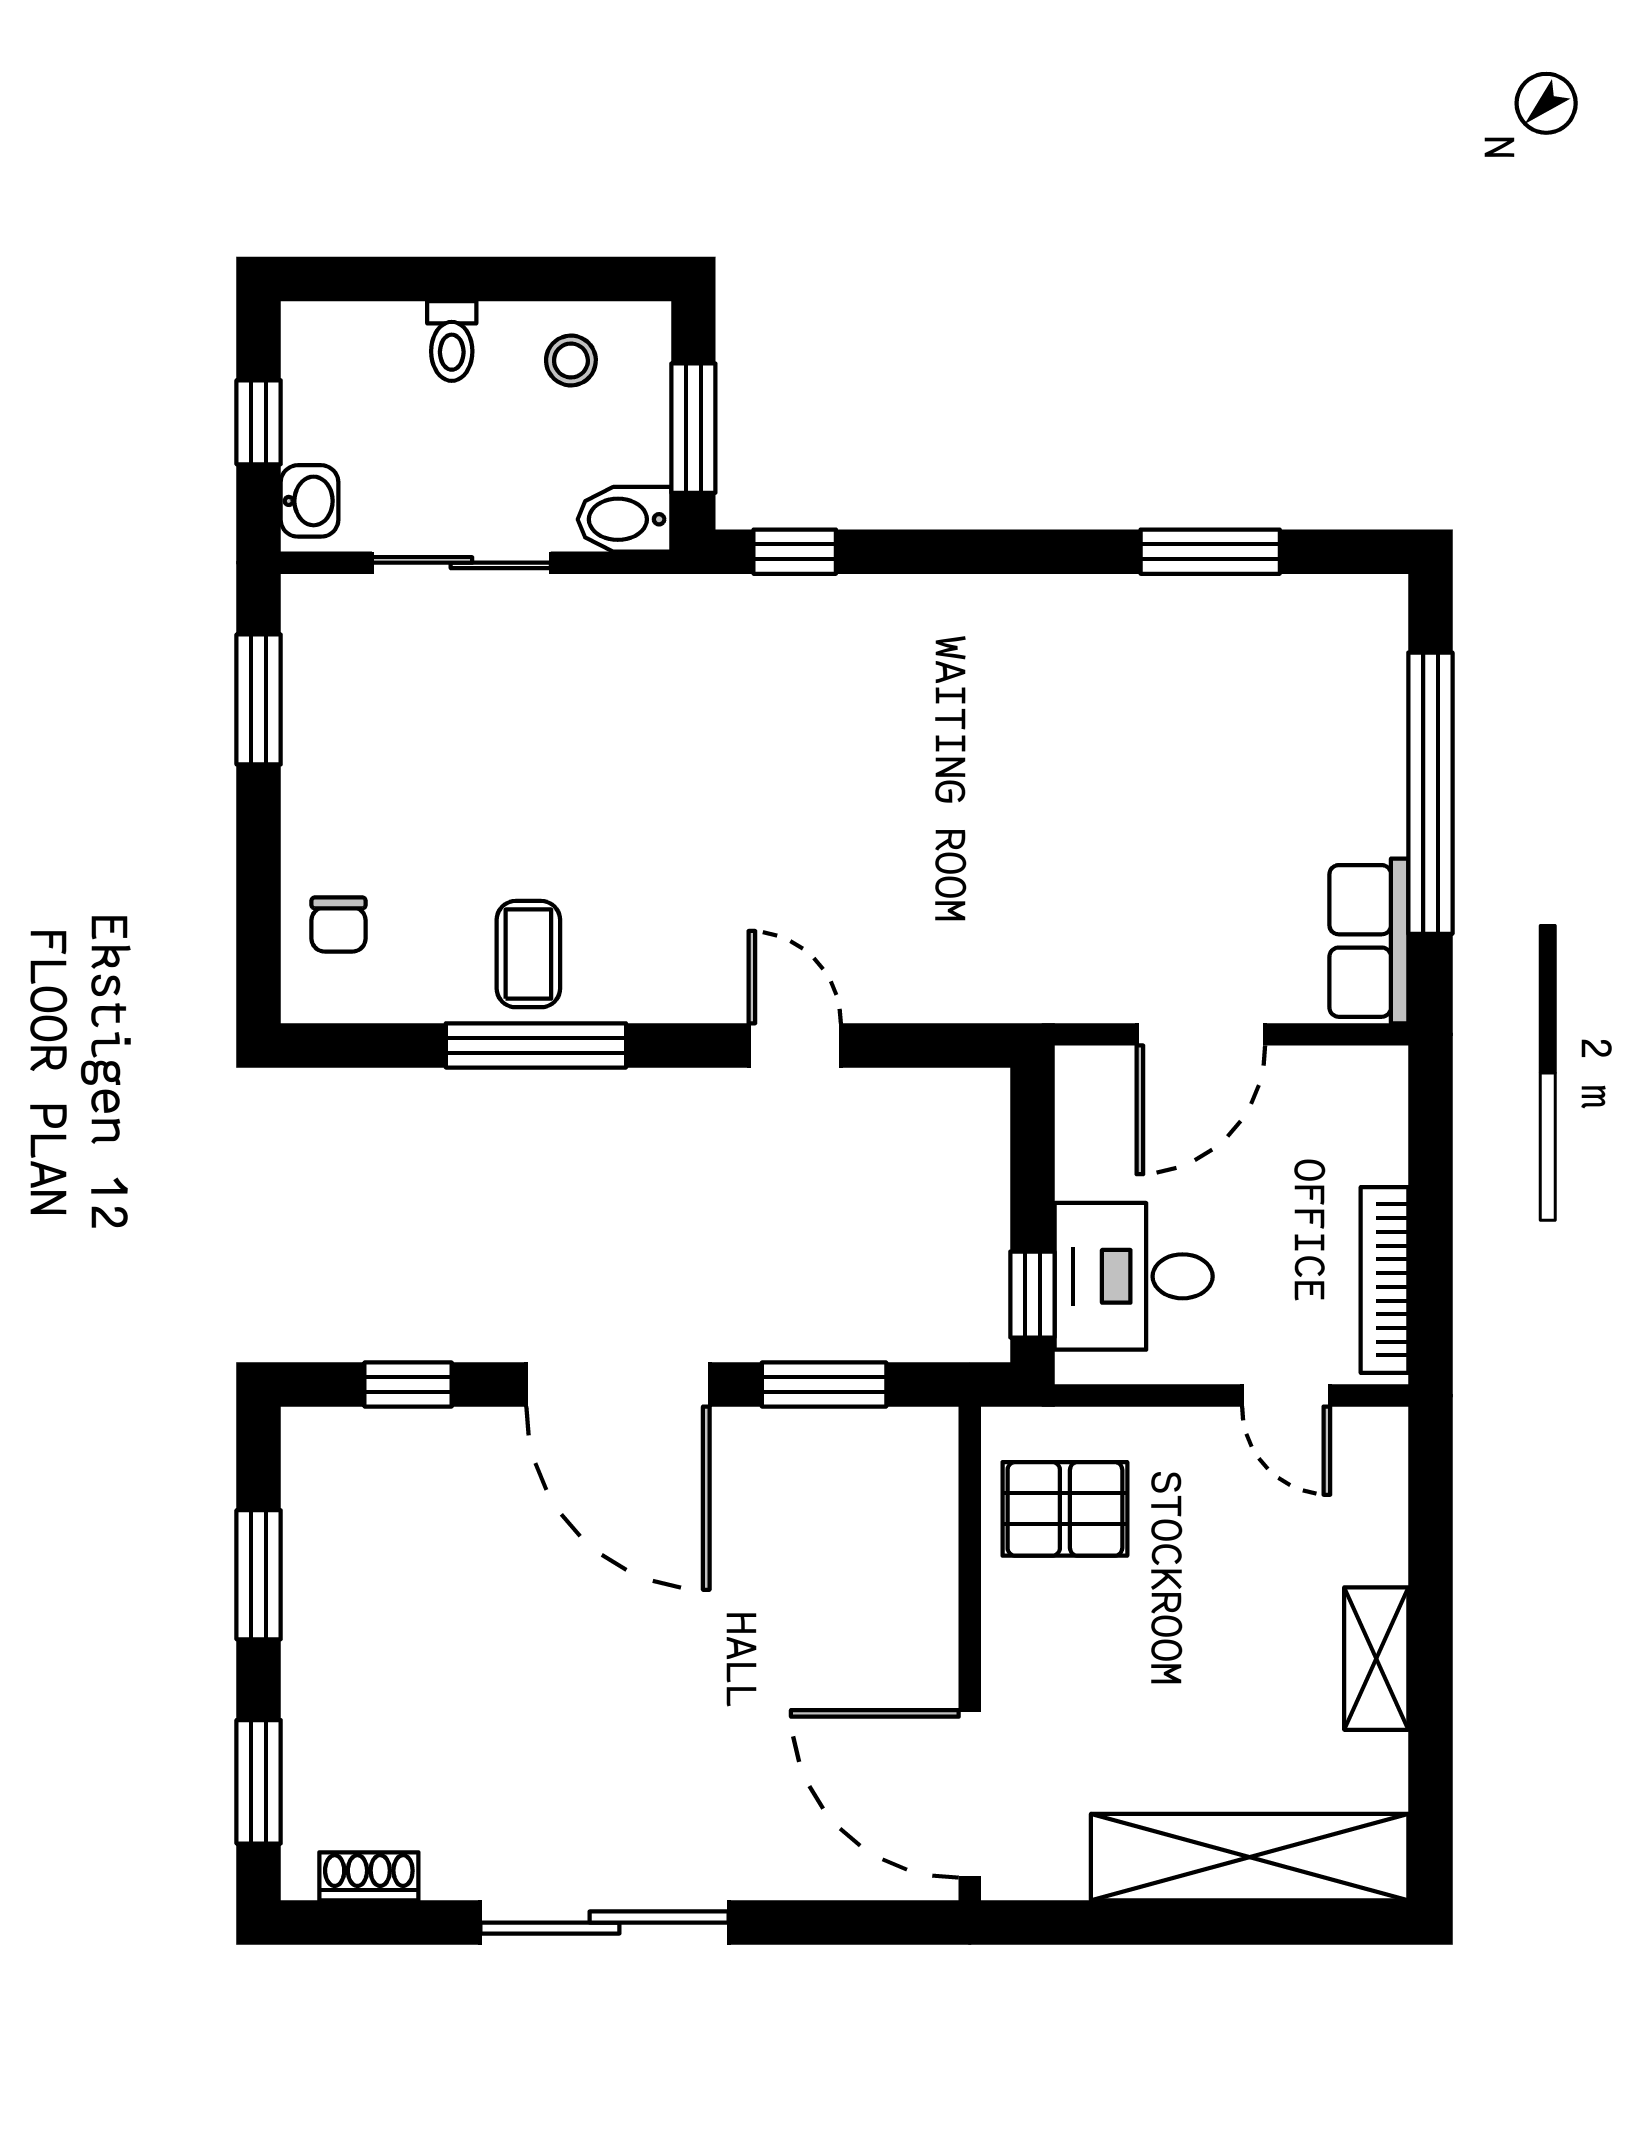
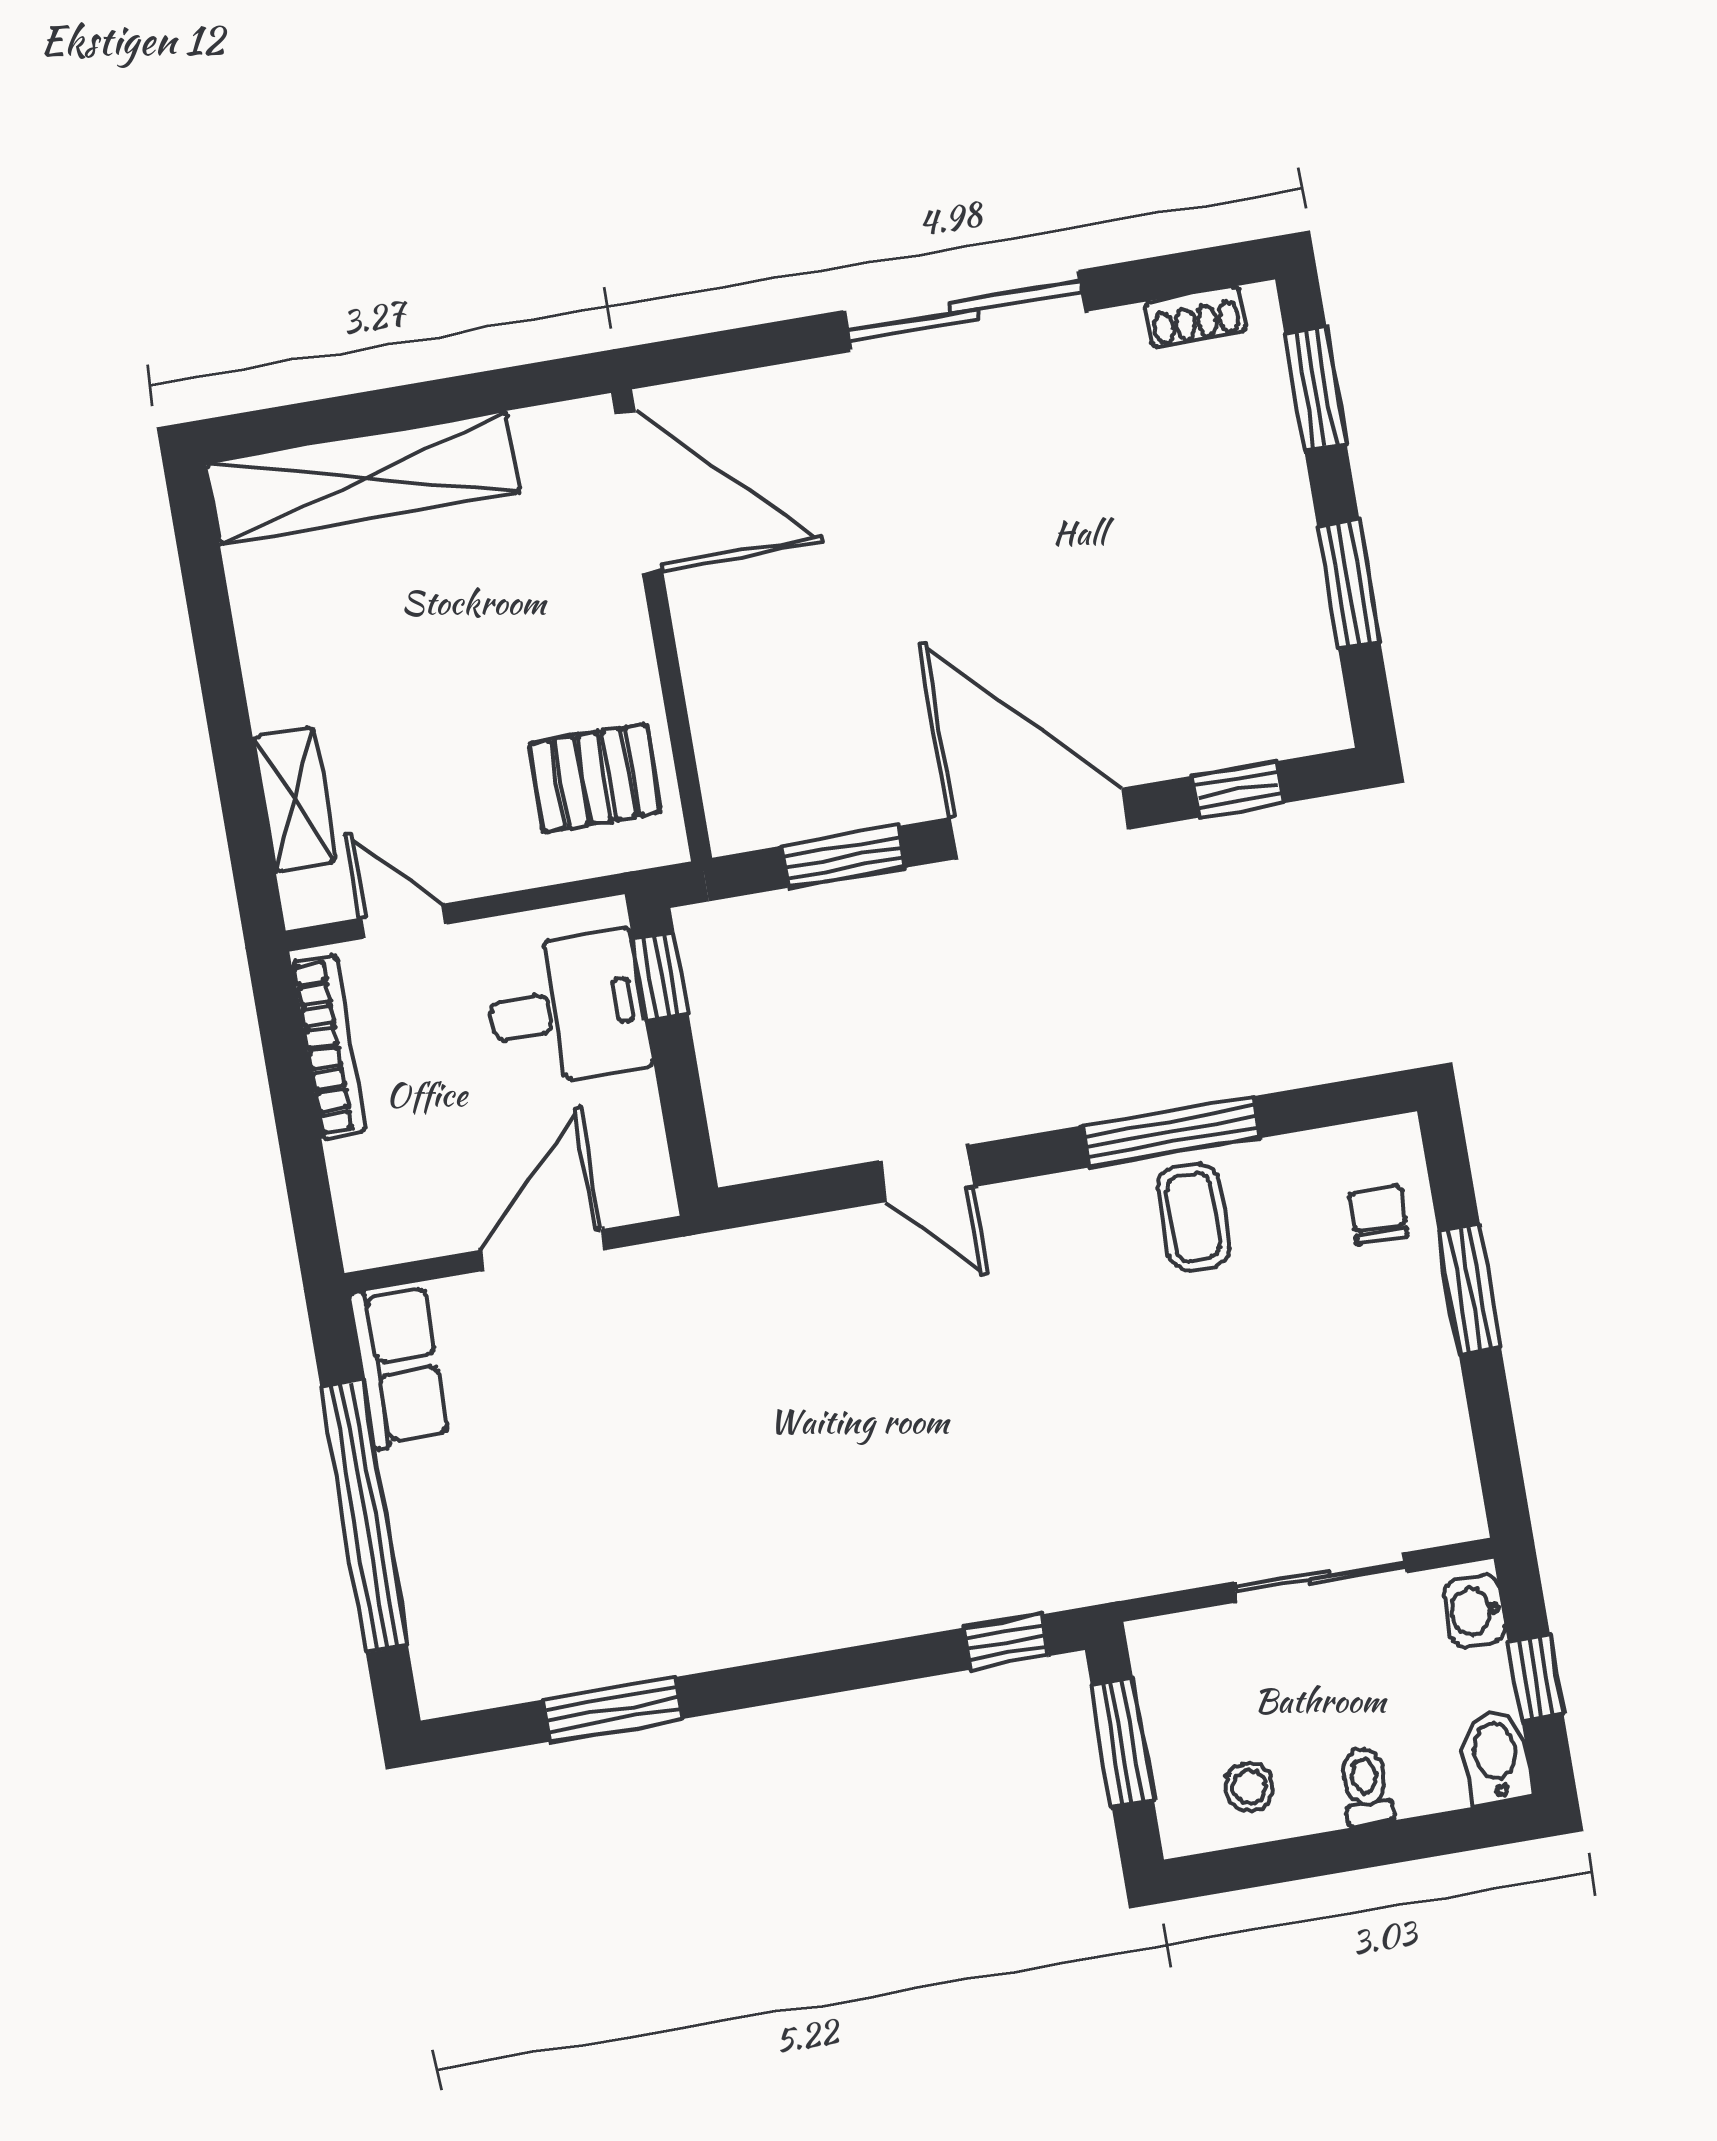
bidet: (624, 519) -> (1496, 1757), moved, turned -90
window: (259, 699) -> (1469, 1289), moved
shelving: (1376, 1659) -> (295, 799), moved

